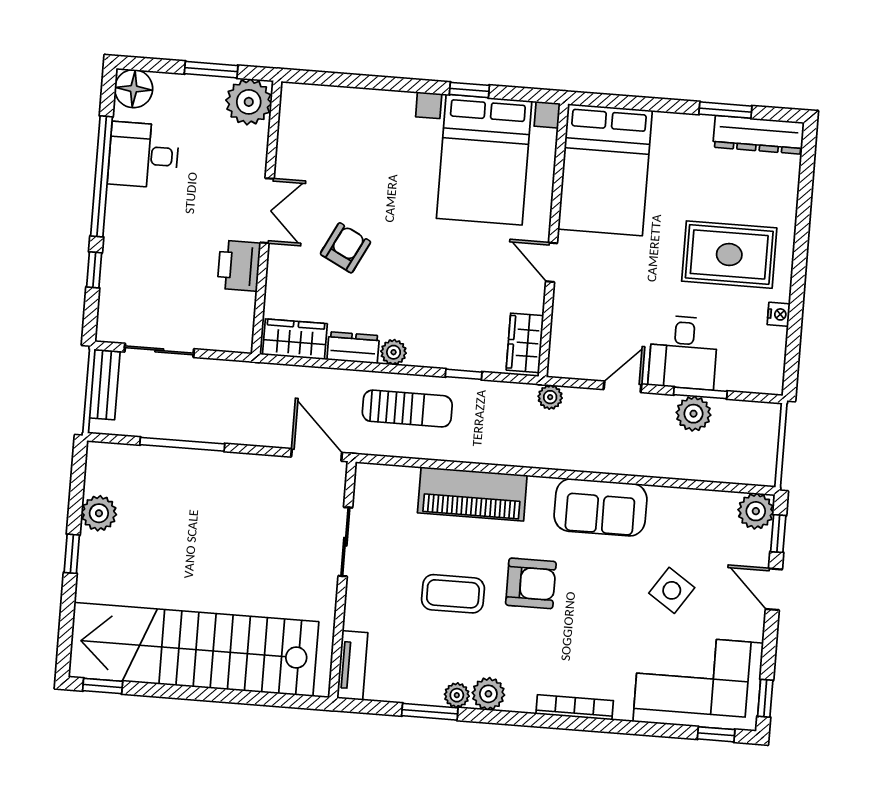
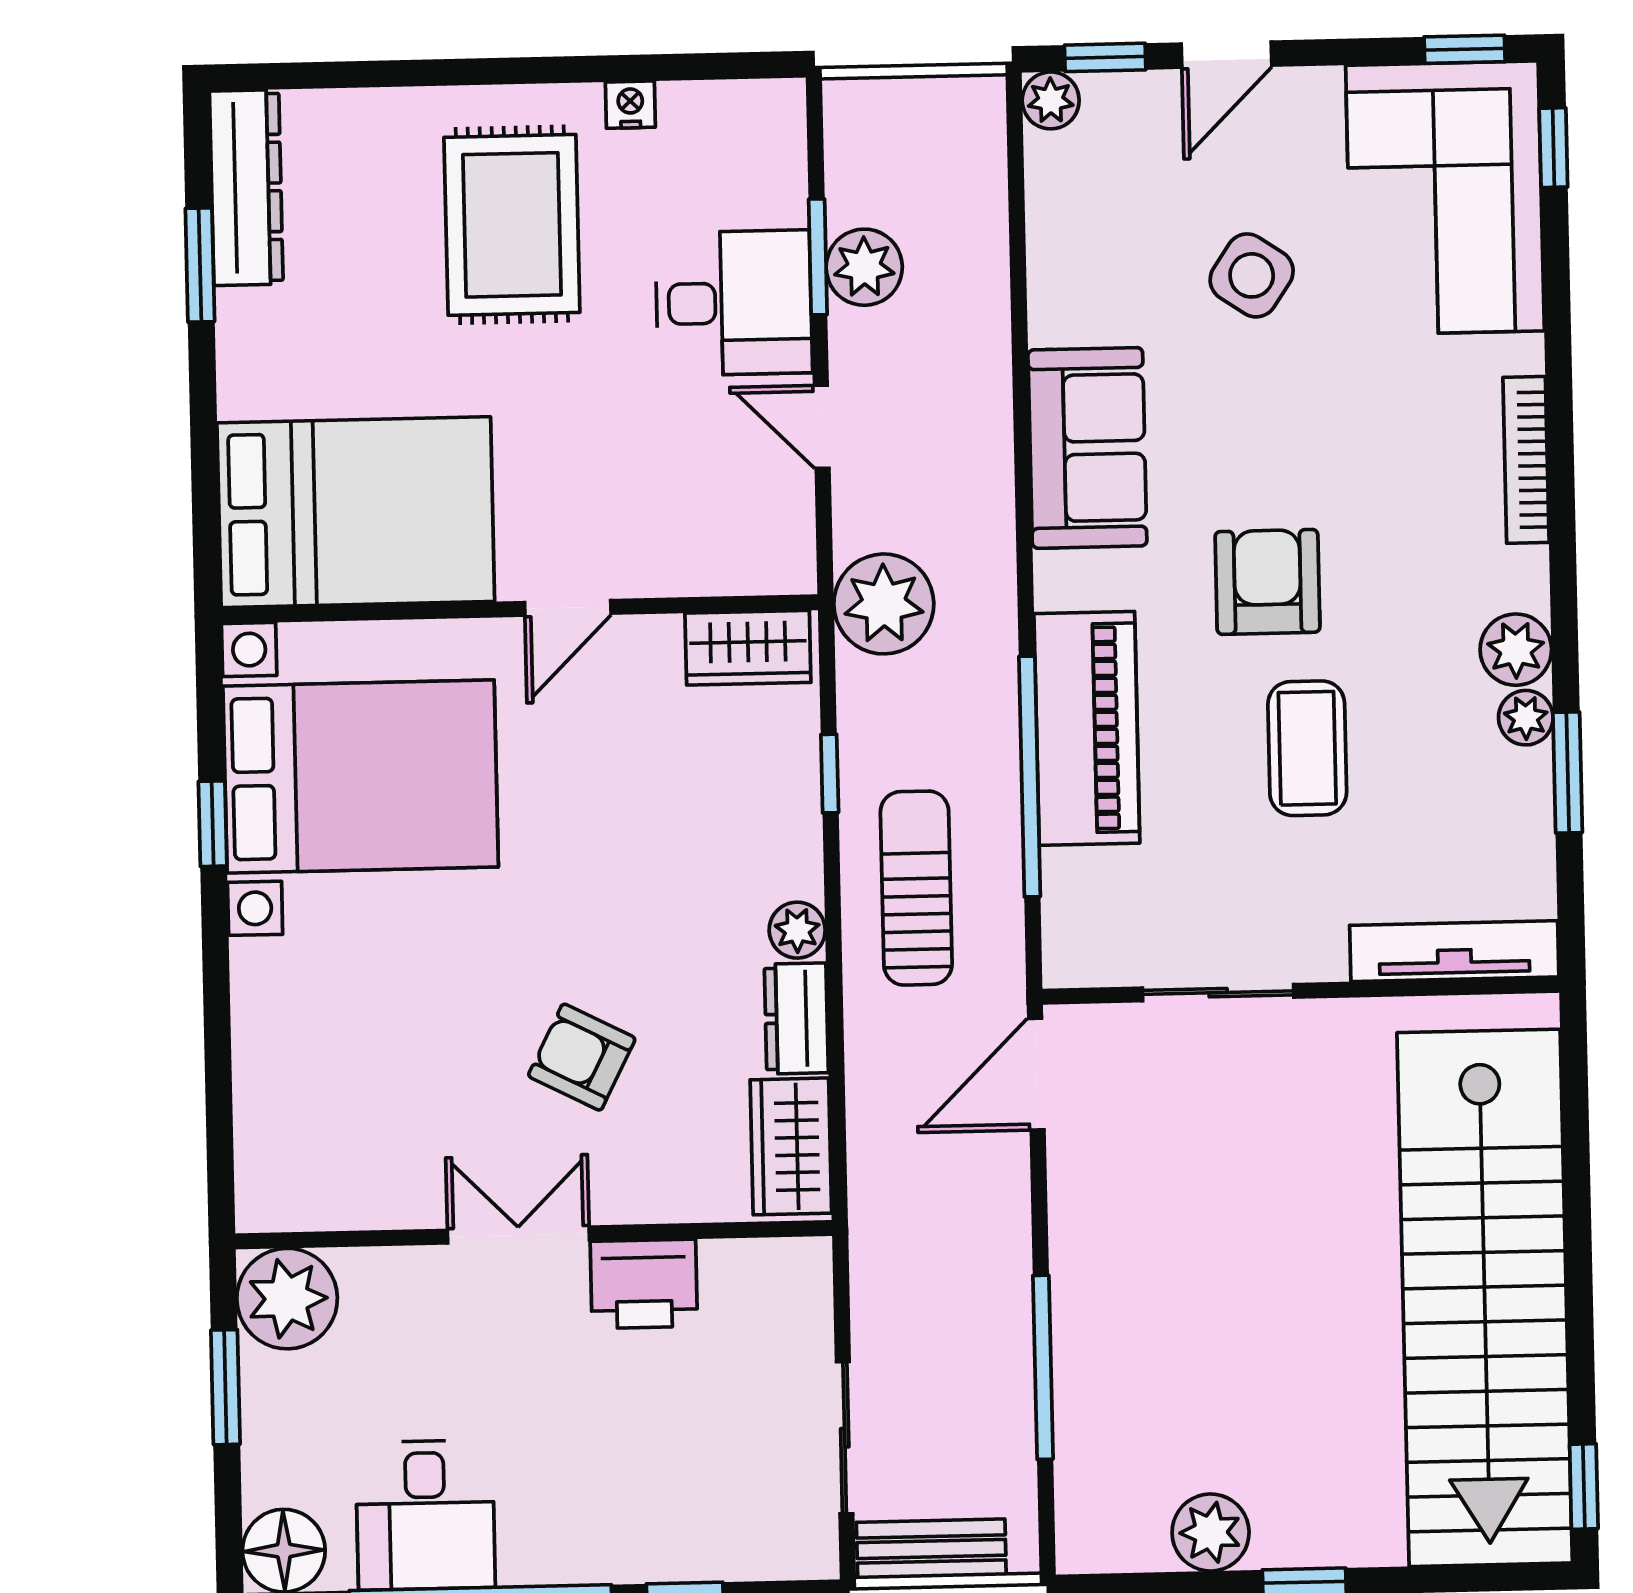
plant: (550, 397) -> (884, 604), width x1.87, depth x1.87
window: (453, 466) -> (1030, 776), added
plant: (756, 511) -> (1051, 100), width x0.73, depth x0.73
tv unit: (352, 665) -> (1454, 951), width x1.41

